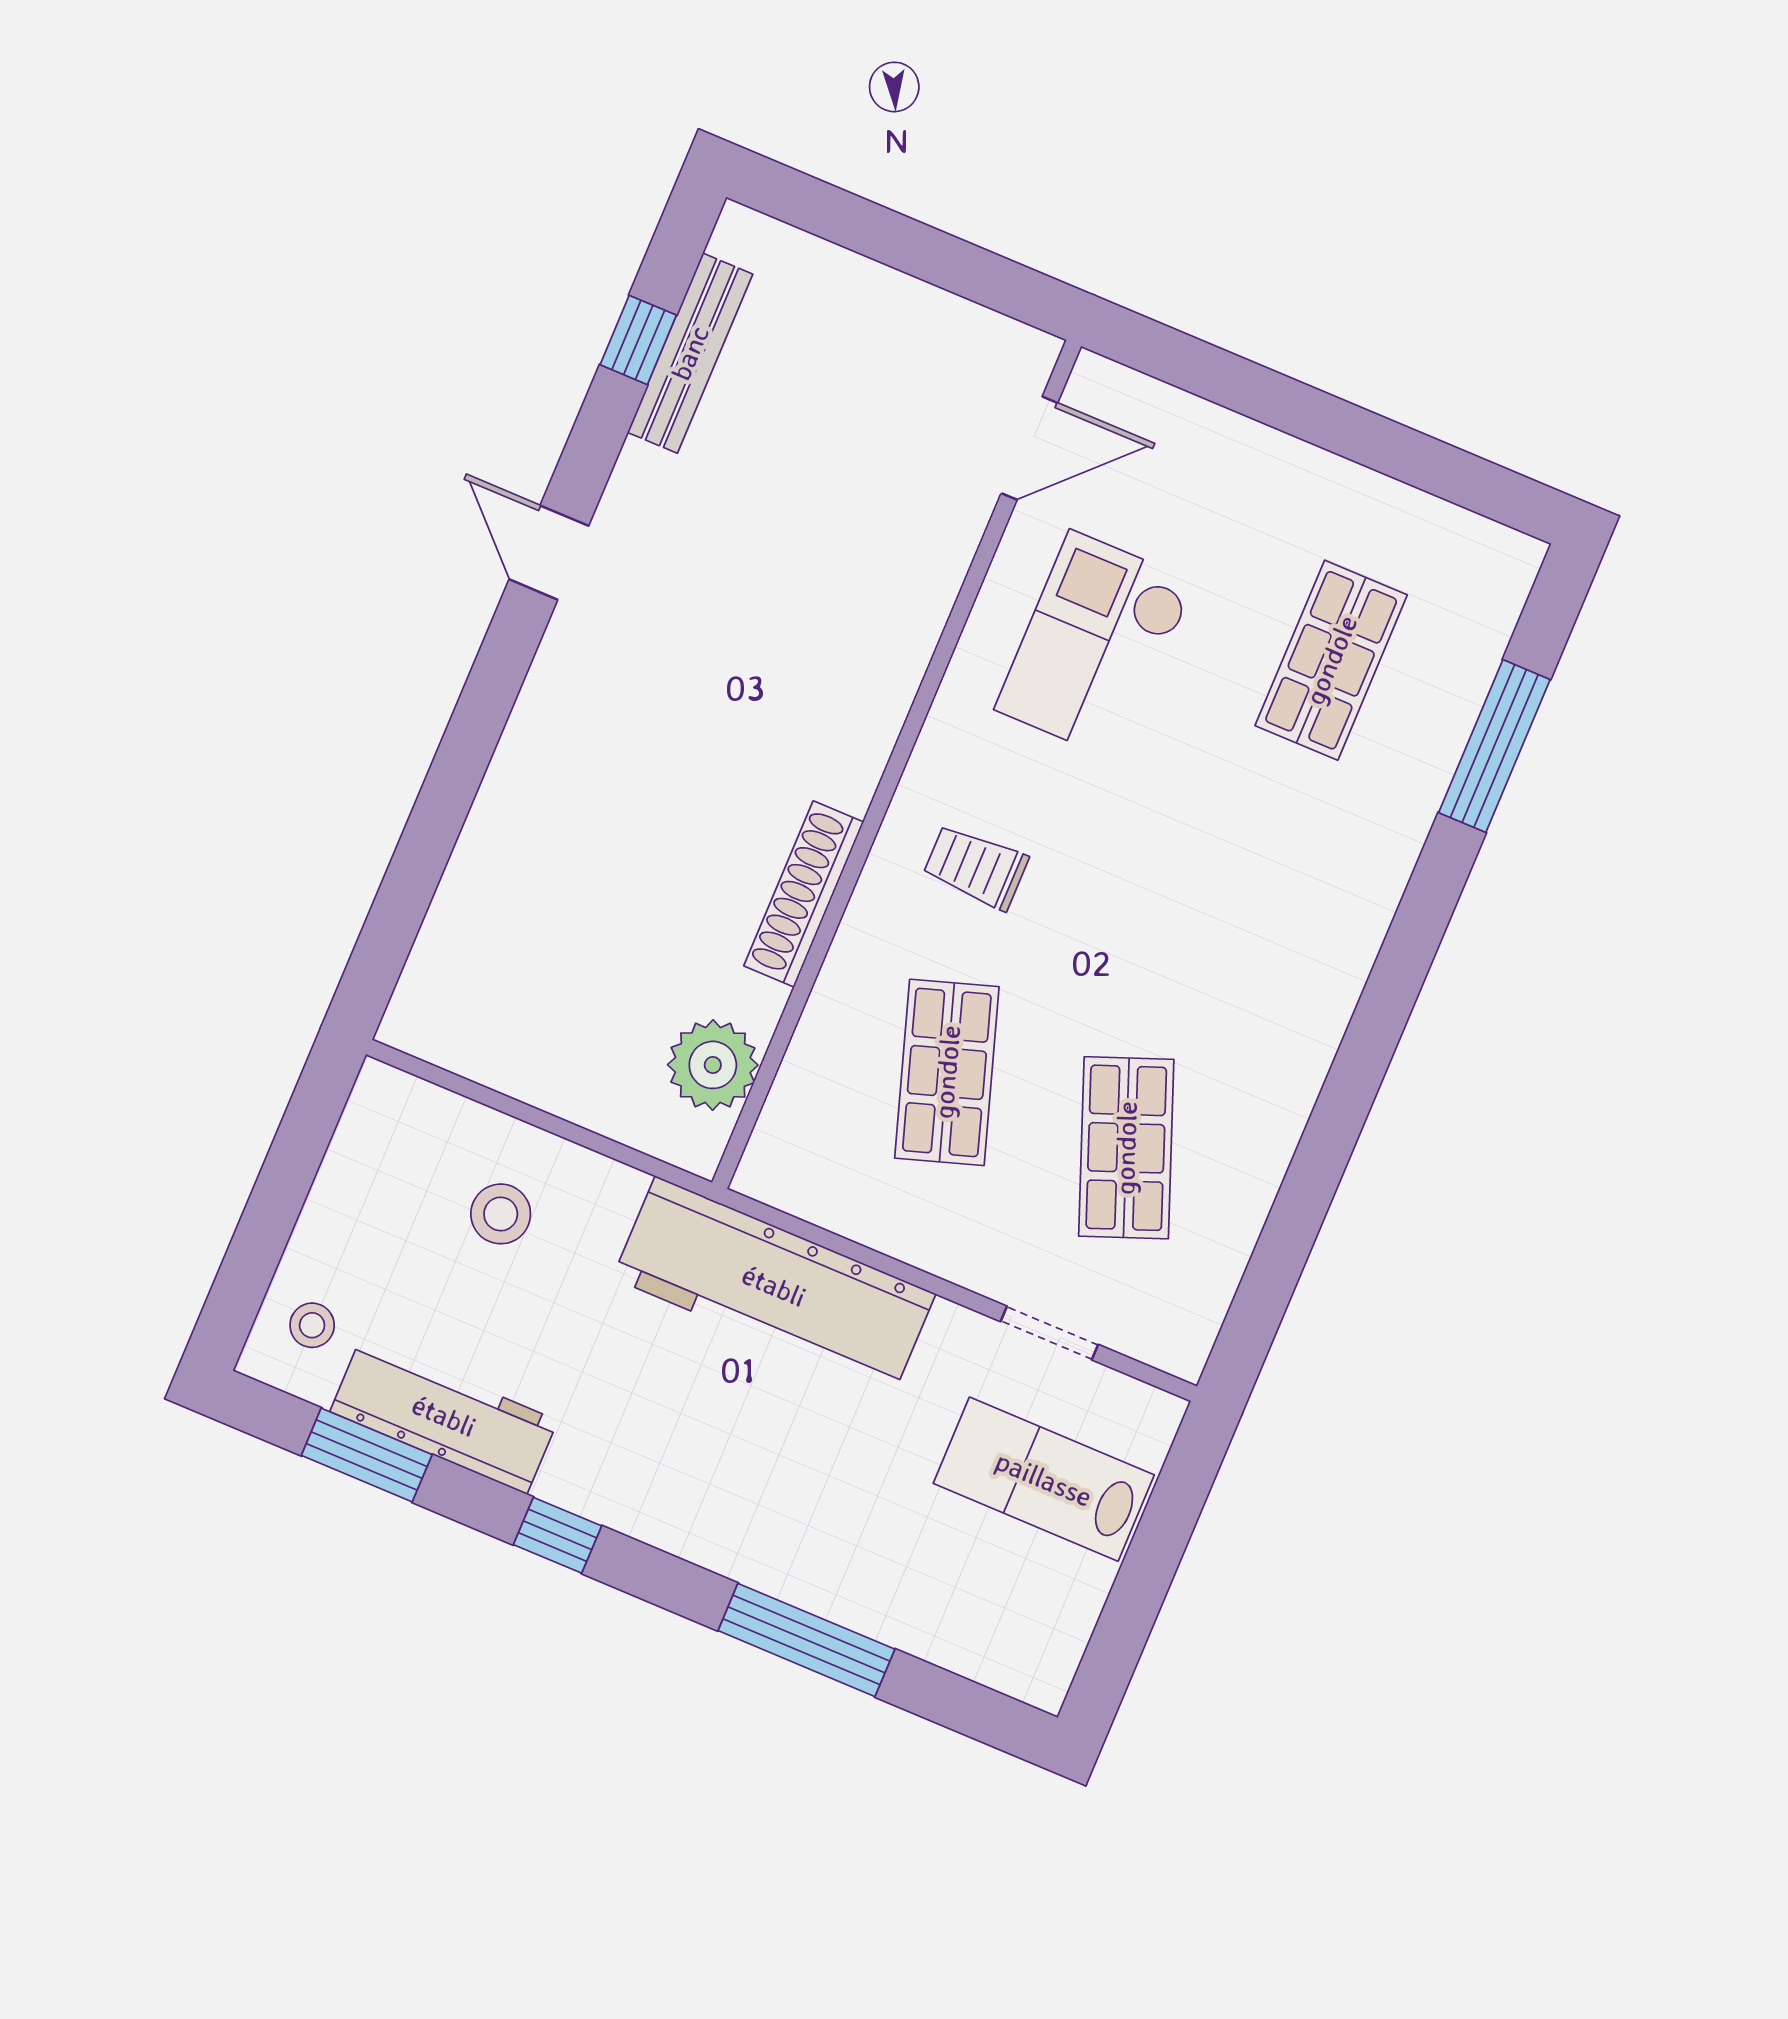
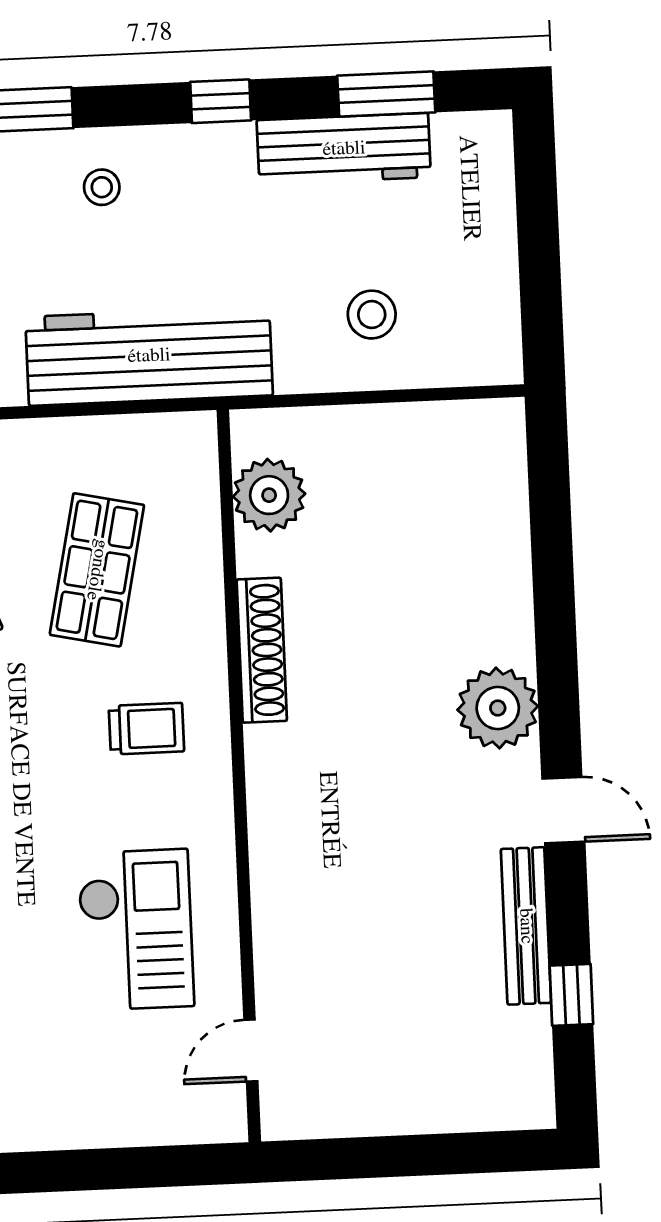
bench: (690, 353) -> (526, 926), moved
door: (1030, 448) -> (251, 1050), width x0.73
plant: (568, 703) -> (498, 708), added
shop shelf: (947, 1072) -> (97, 570), turned 30
stool: (312, 1325) -> (102, 187), moved

